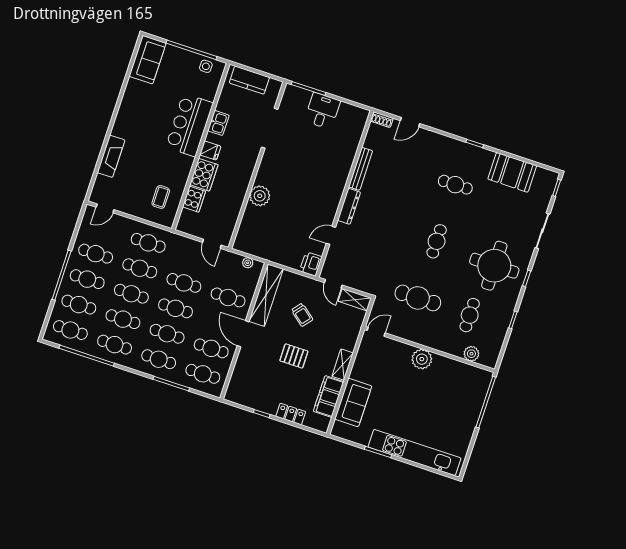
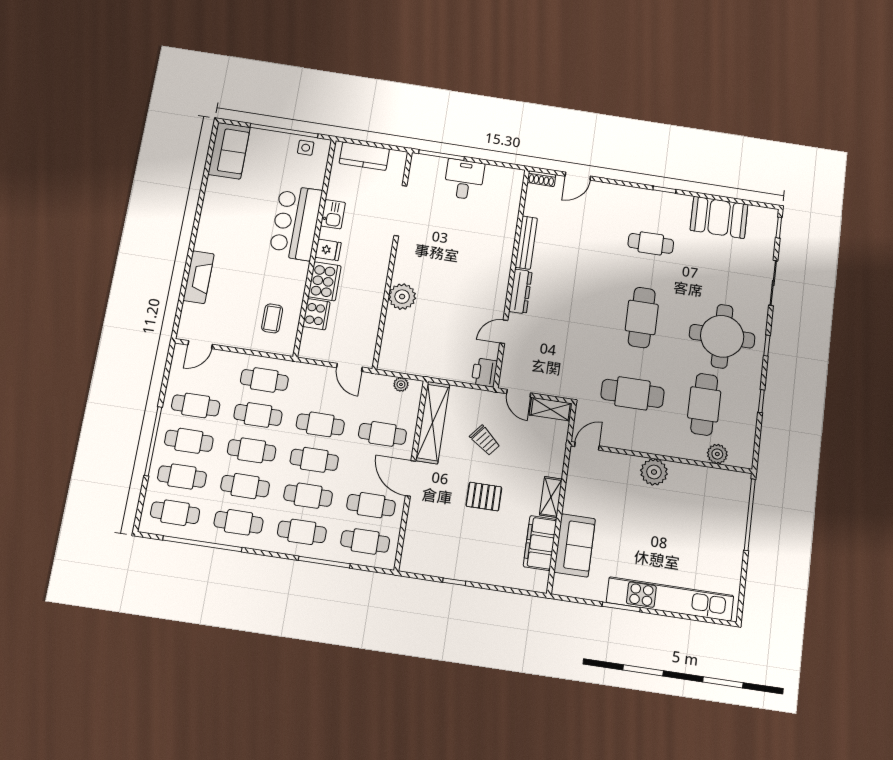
cafe table: (437, 241) -> (642, 317), width x1.37, depth x1.35
cafe table: (470, 315) -> (704, 404), width x1.37, depth x1.35
locker: (291, 414) -> (494, 576), removed

